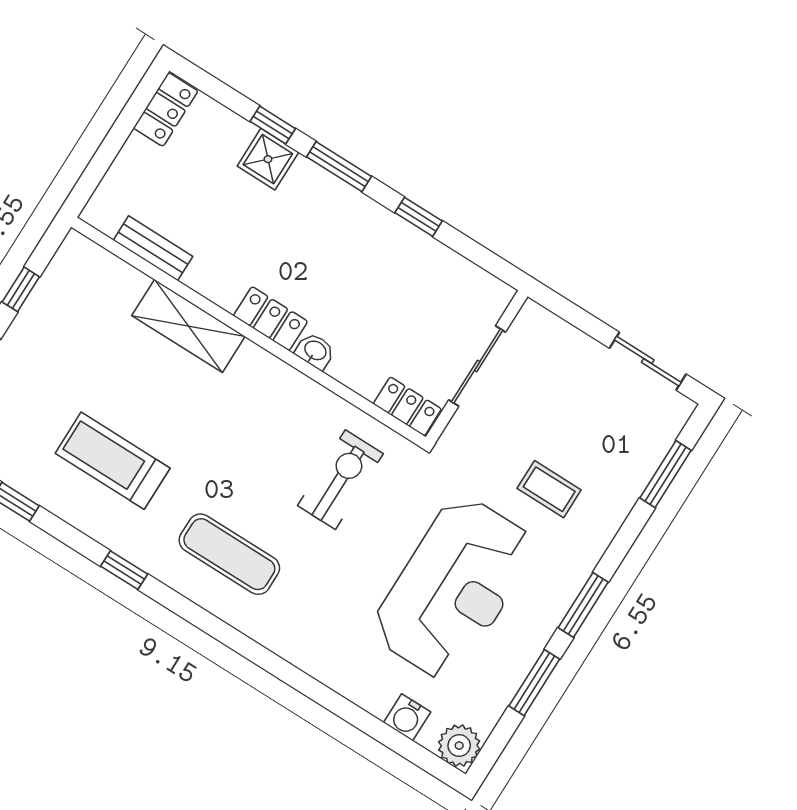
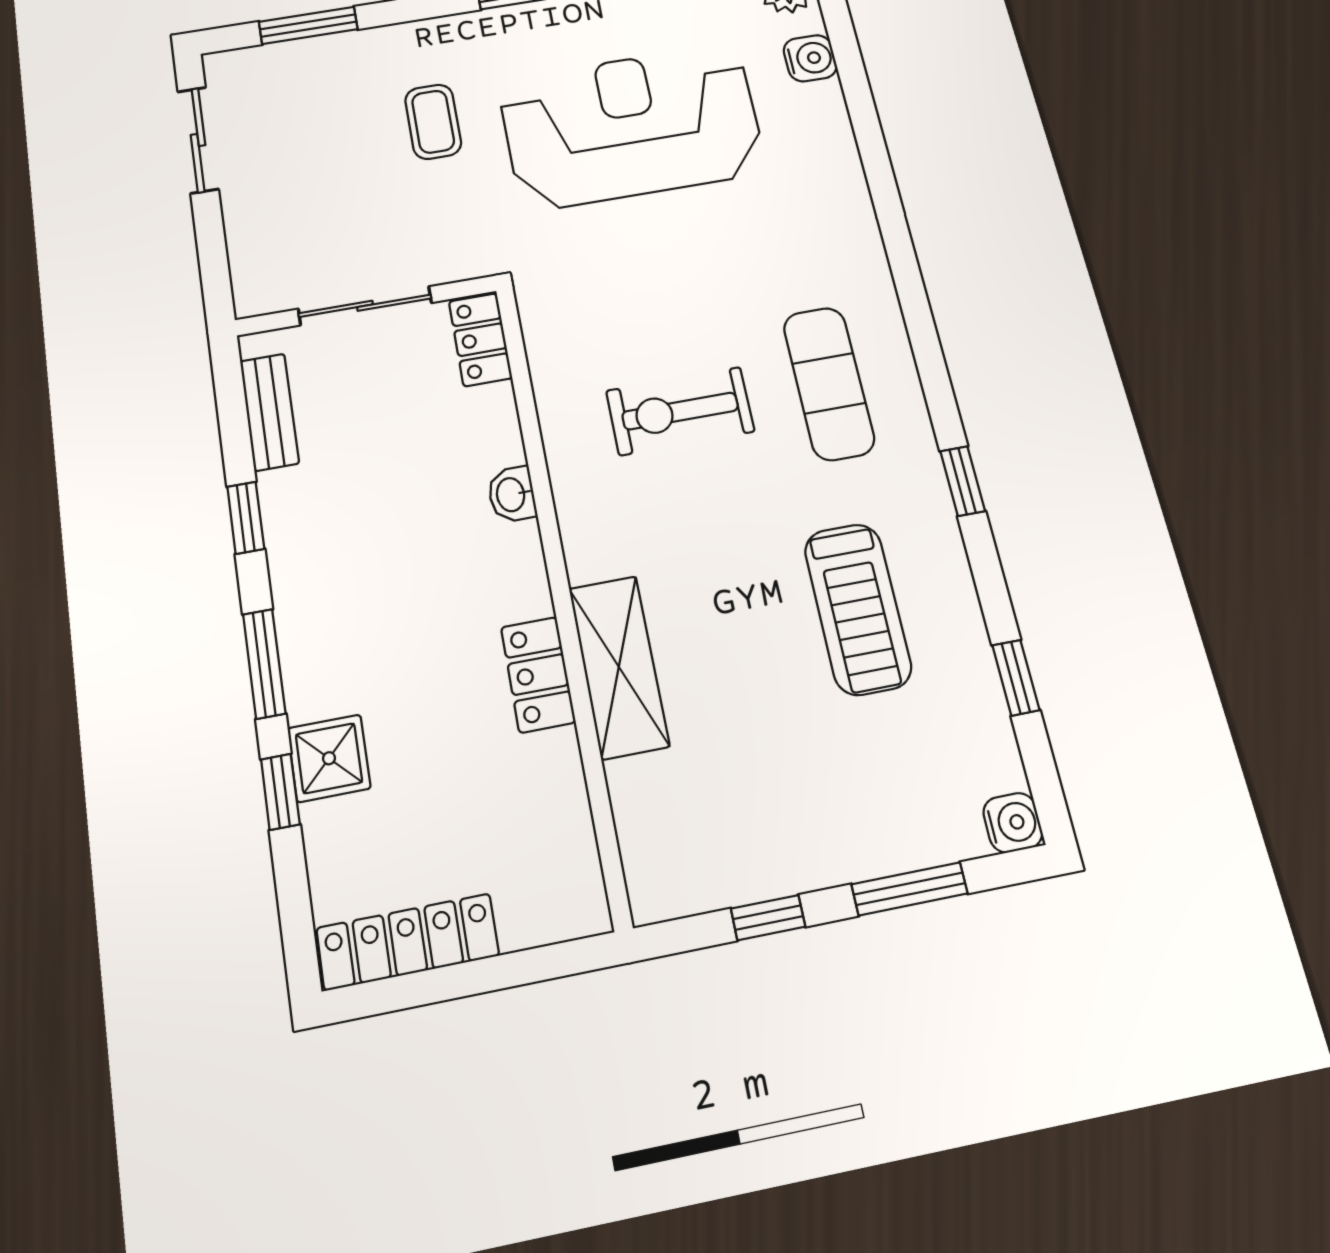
locker: (166, 109) -> (408, 942), width x1.53
bench: (153, 248) -> (269, 412), moved
locker: (270, 319) -> (538, 675), moved
exercise bike: (340, 480) -> (680, 411), moved

